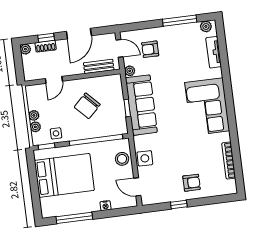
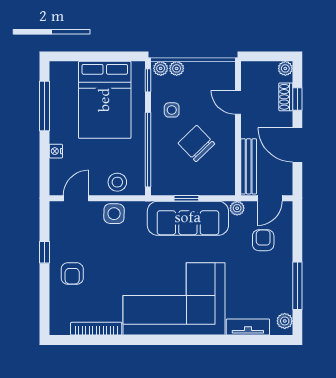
bench: (99, 66) -> (249, 166), width x1.36
corner sofa: (207, 107) -> (174, 299), width x1.36, depth x1.36
plant: (34, 115) -> (161, 68), moved
side table: (56, 133) -> (172, 110), moved

